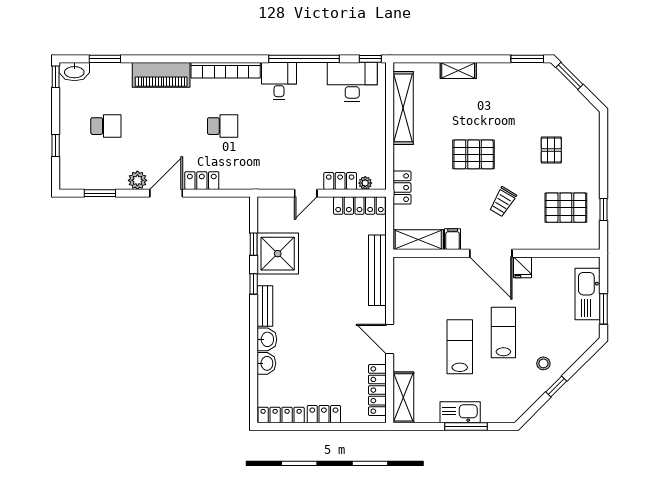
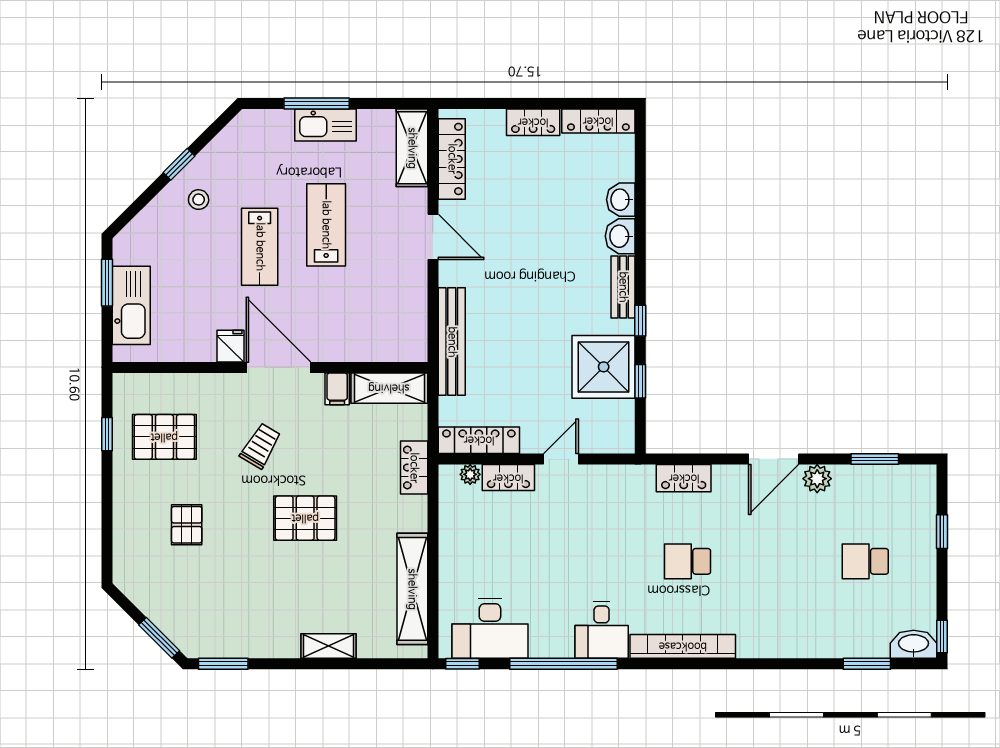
piano: (161, 75) -> (781, 639), removed
locker: (202, 181) -> (684, 478), moved
lab bench: (460, 347) -> (326, 225), turned 180

